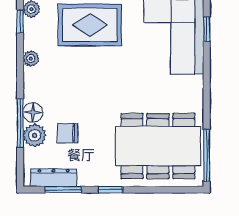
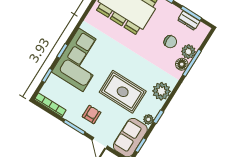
plant: (31, 59) -> (161, 91), width x1.88, depth x1.88
dresser: (54, 178) -> (189, 21), width x0.70

